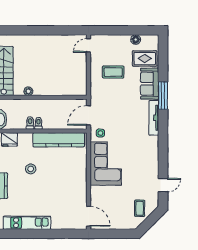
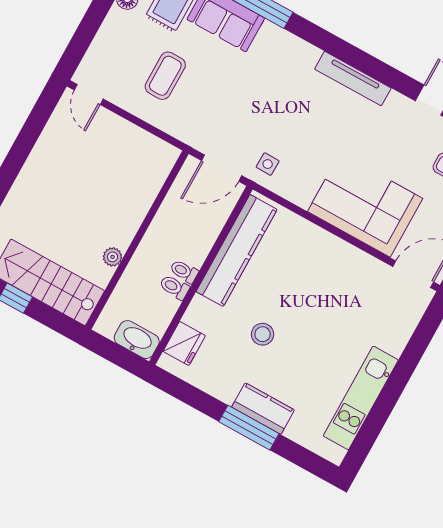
door: (88, 115) -> (222, 168), hinge flipped
tv unit: (154, 118) -> (353, 79), moved
corner sofa: (106, 164) -> (365, 205), moved

